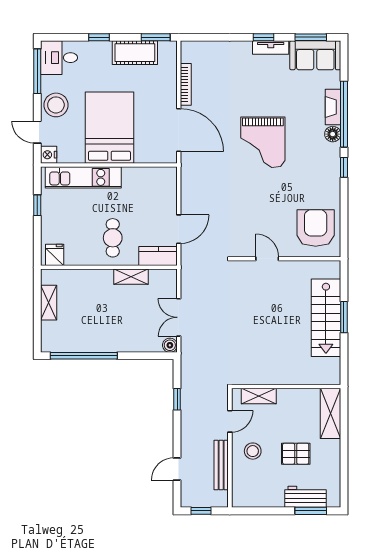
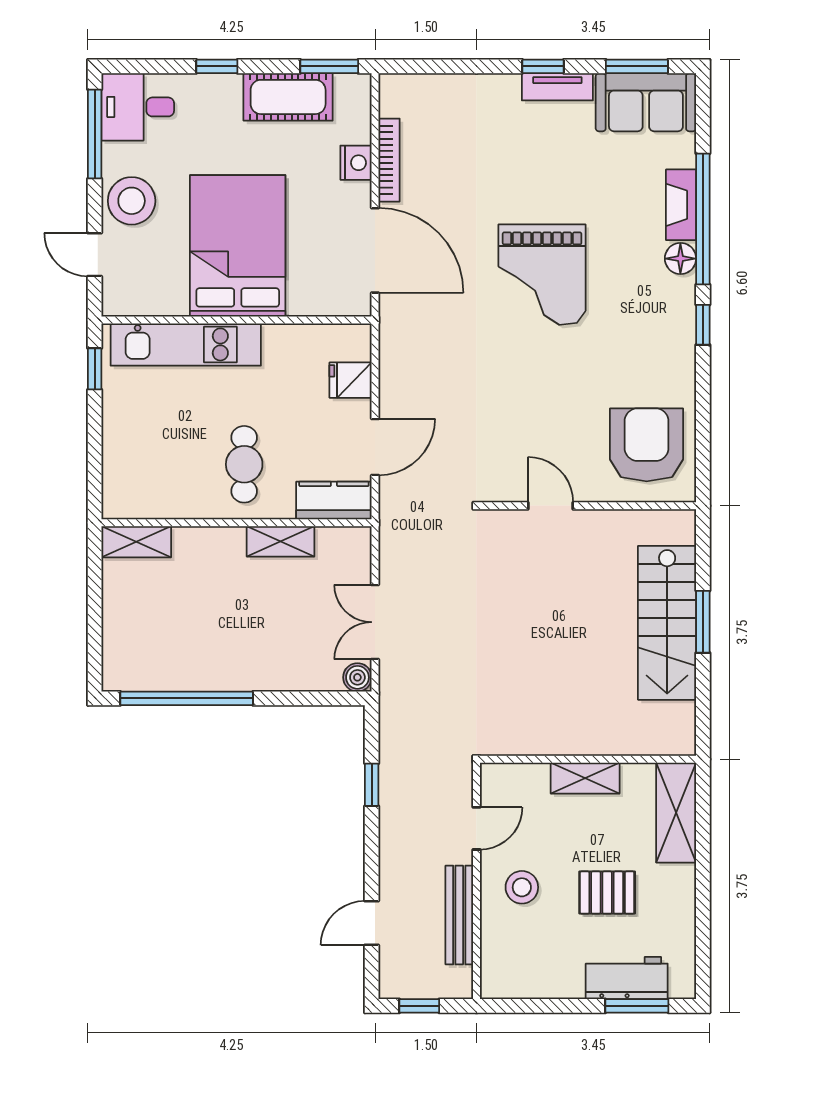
nightstand: (49, 155) -> (356, 163), moved, turned 180
window: (37, 205) -> (95, 369), moved
fridge: (55, 255) -> (351, 380), moved, turned -90
shelving: (49, 303) -> (136, 542), moved, turned 90
shelving: (259, 396) -> (585, 778), moved

